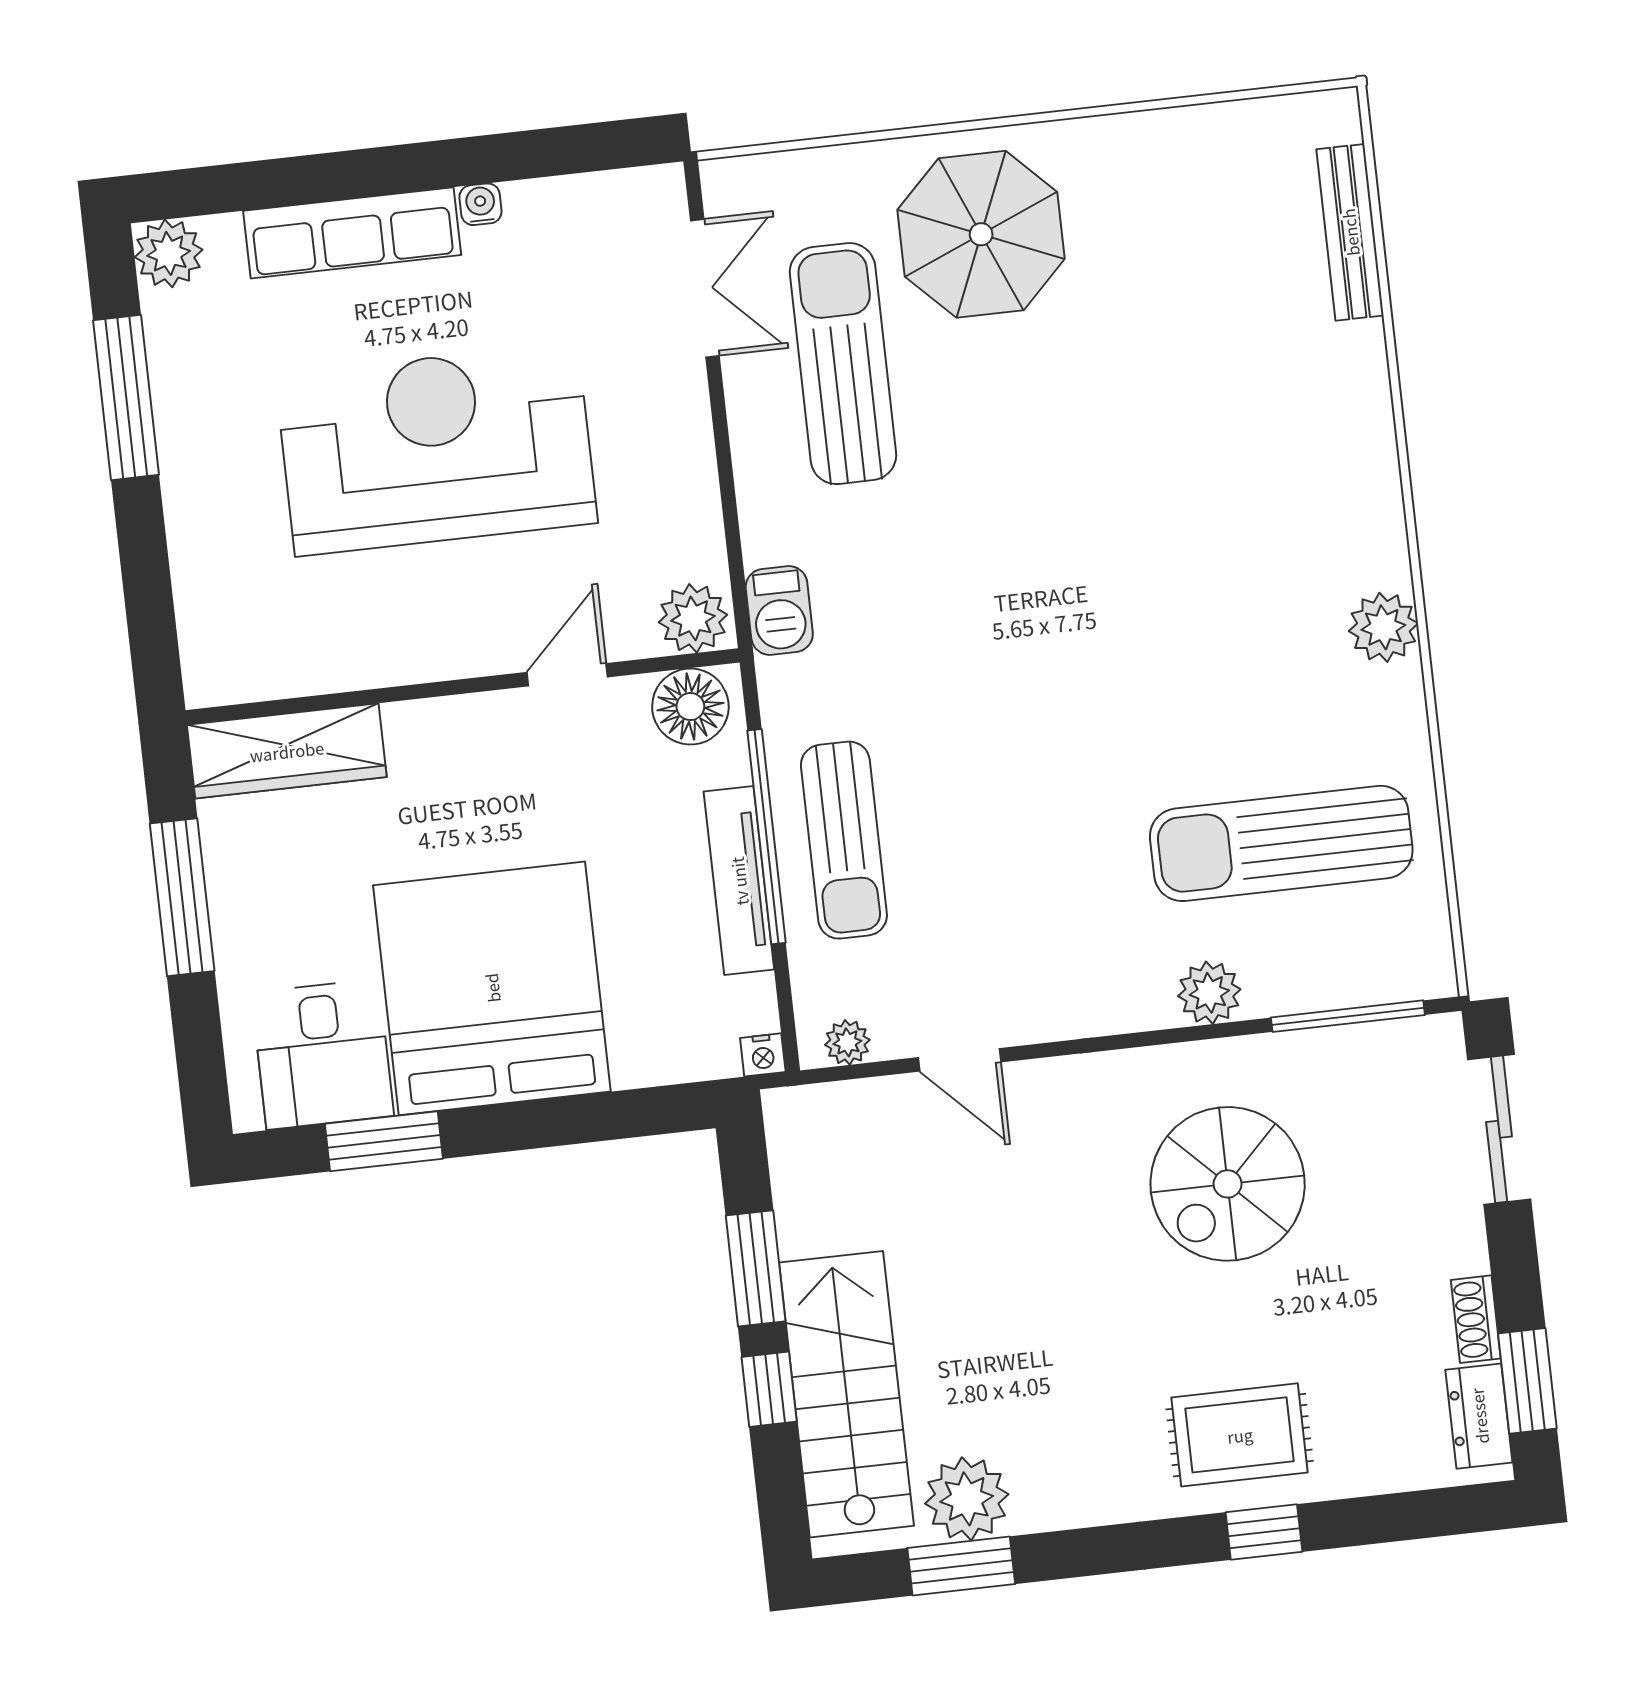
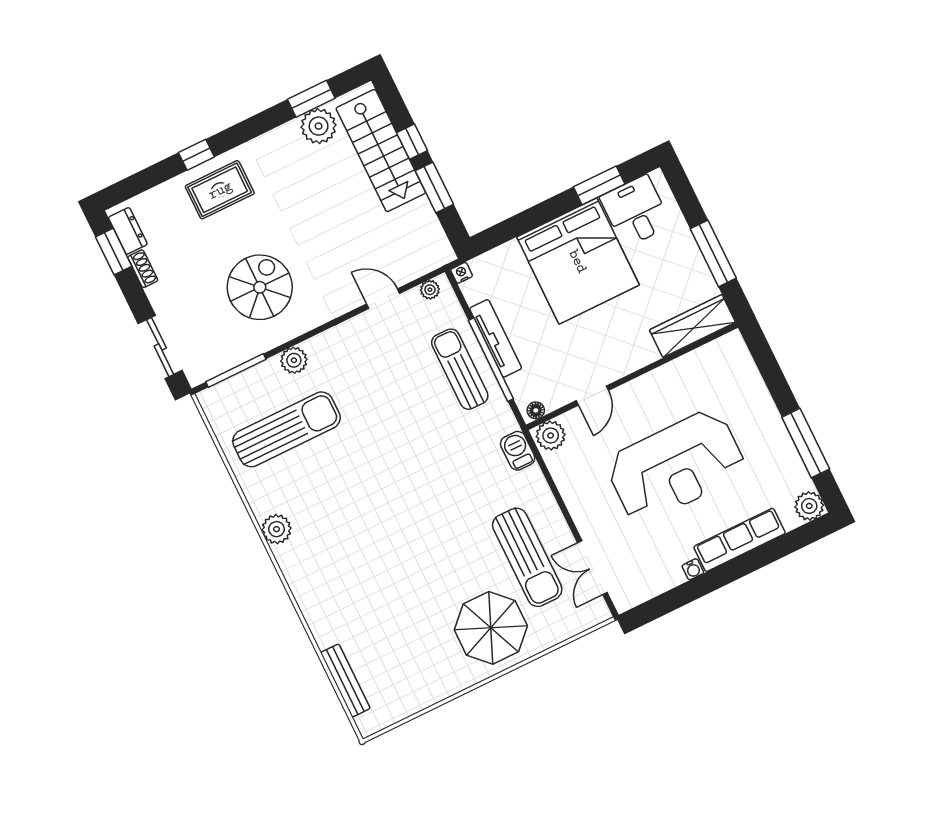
floor lamp: (690, 707) -> (536, 410), width x0.53, depth x0.53

